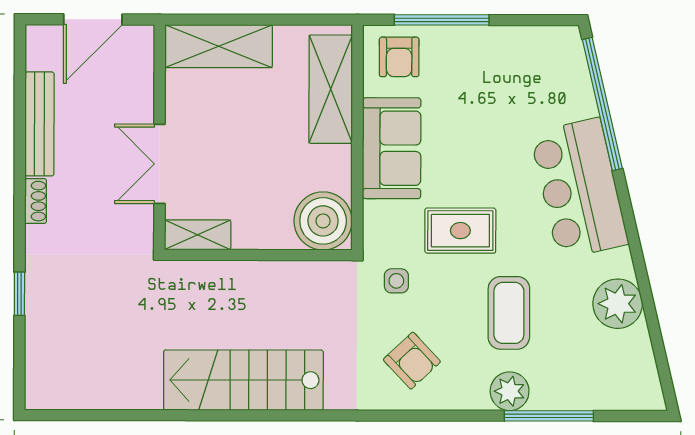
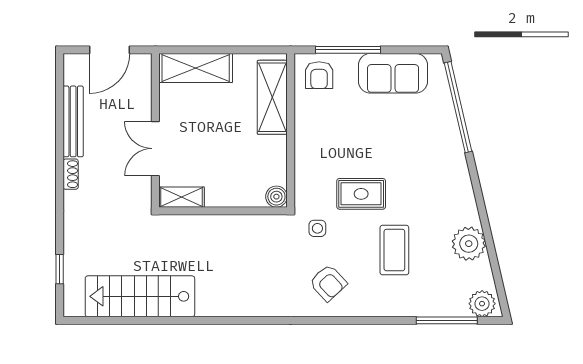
sofa: (392, 148) -> (393, 73), moved, turned 90
bar counter: (579, 189) -> (442, 165), removed
boiler: (323, 221) -> (276, 197), width x0.54, depth x0.54
window: (19, 294) -> (60, 269), moved
stairs: (243, 380) -> (140, 296), moved
plant: (510, 391) -> (482, 304), moved
window: (549, 416) -> (447, 320), moved

